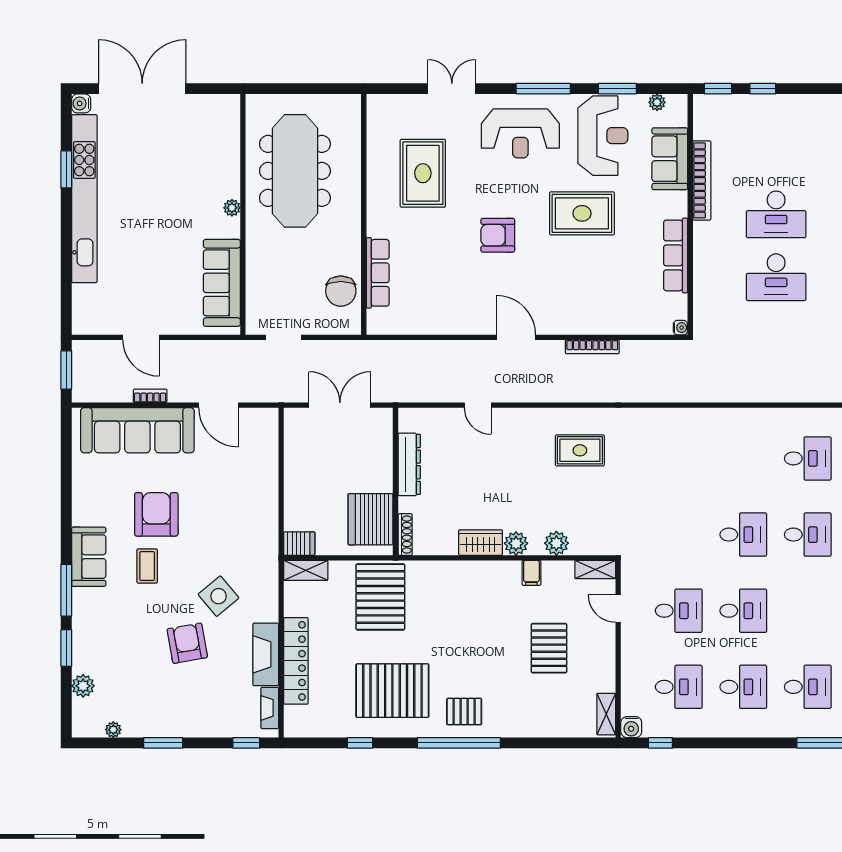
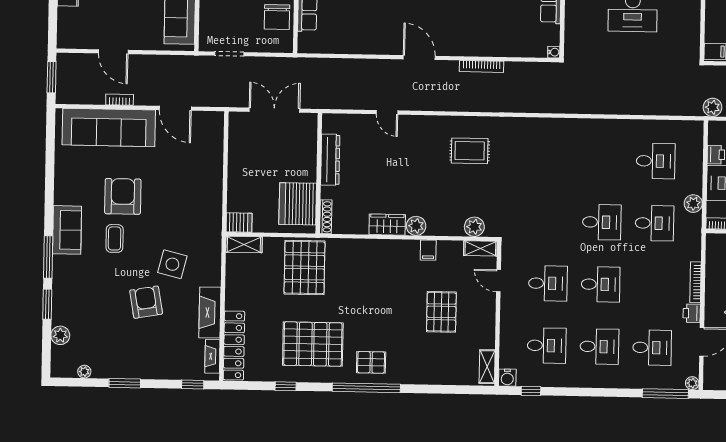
plant: (556, 543) -> (474, 227), moved
side table: (219, 596) -> (172, 264), turned -36
locker: (296, 661) -> (234, 346), moved

